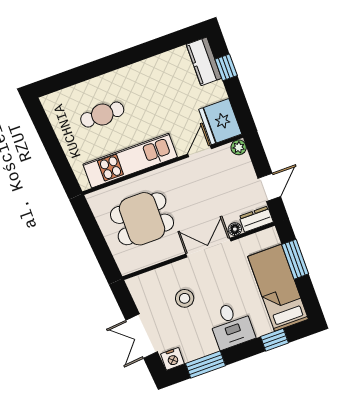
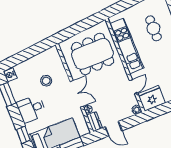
door: (200, 151) -> (134, 87), hinge flipped
dining table: (142, 219) -> (92, 54), width x1.38
double door: (142, 336) -> (23, 56), removed

